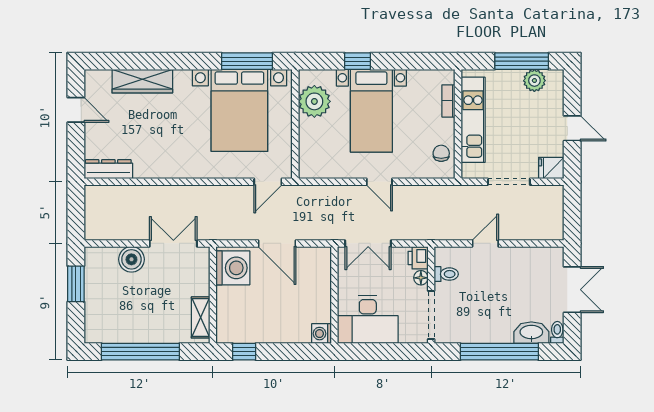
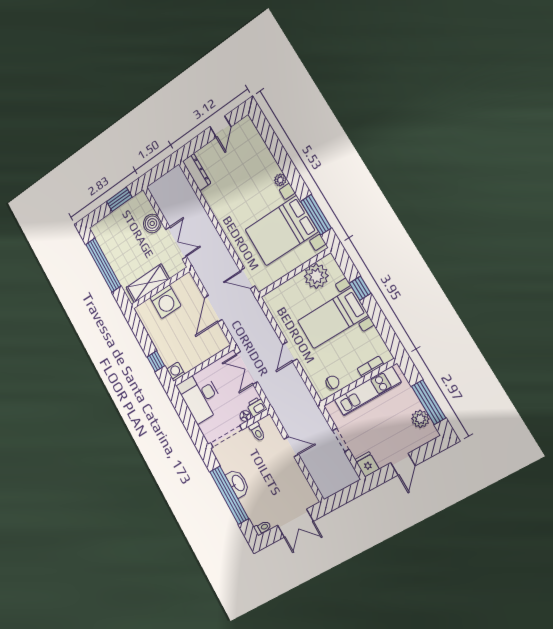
plant: (182, 78) -> (280, 180), added
wardrobe: (142, 81) -> (263, 156), removed
doorway: (509, 182) -> (341, 440), width x0.73
washing machine: (233, 268) -> (165, 302), moved
shelving: (201, 317) -> (148, 283), width x1.50, depth x1.33
washbasin: (531, 333) -> (238, 483), moved
window: (244, 352) -> (156, 361), moved

